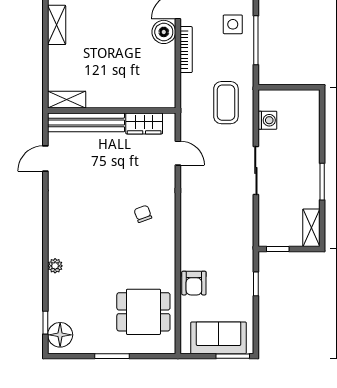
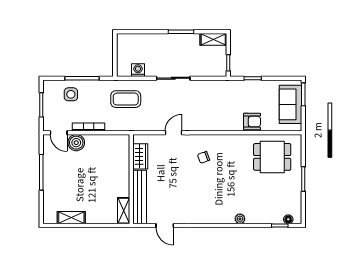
door: (178, 153) -> (174, 133), moved
dining table: (143, 312) -> (272, 157), turned 90
floor lamp: (60, 335) -> (288, 219), width x0.53, depth x0.53

